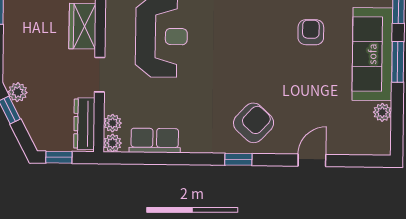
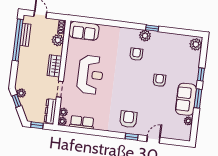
sofa: (372, 54) -> (186, 99), width x0.73
armchair: (254, 123) -> (128, 119), turned -43
window: (238, 159) -> (132, 137), moved

